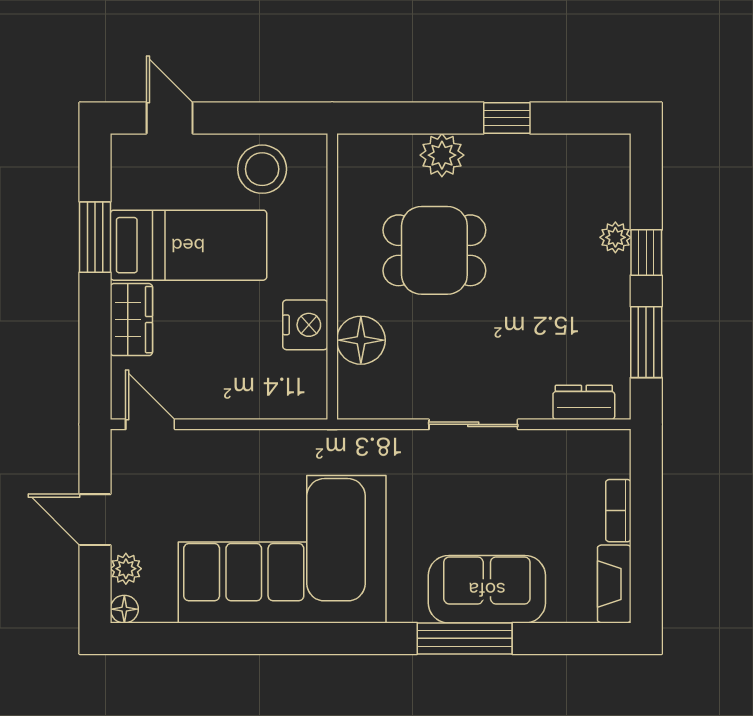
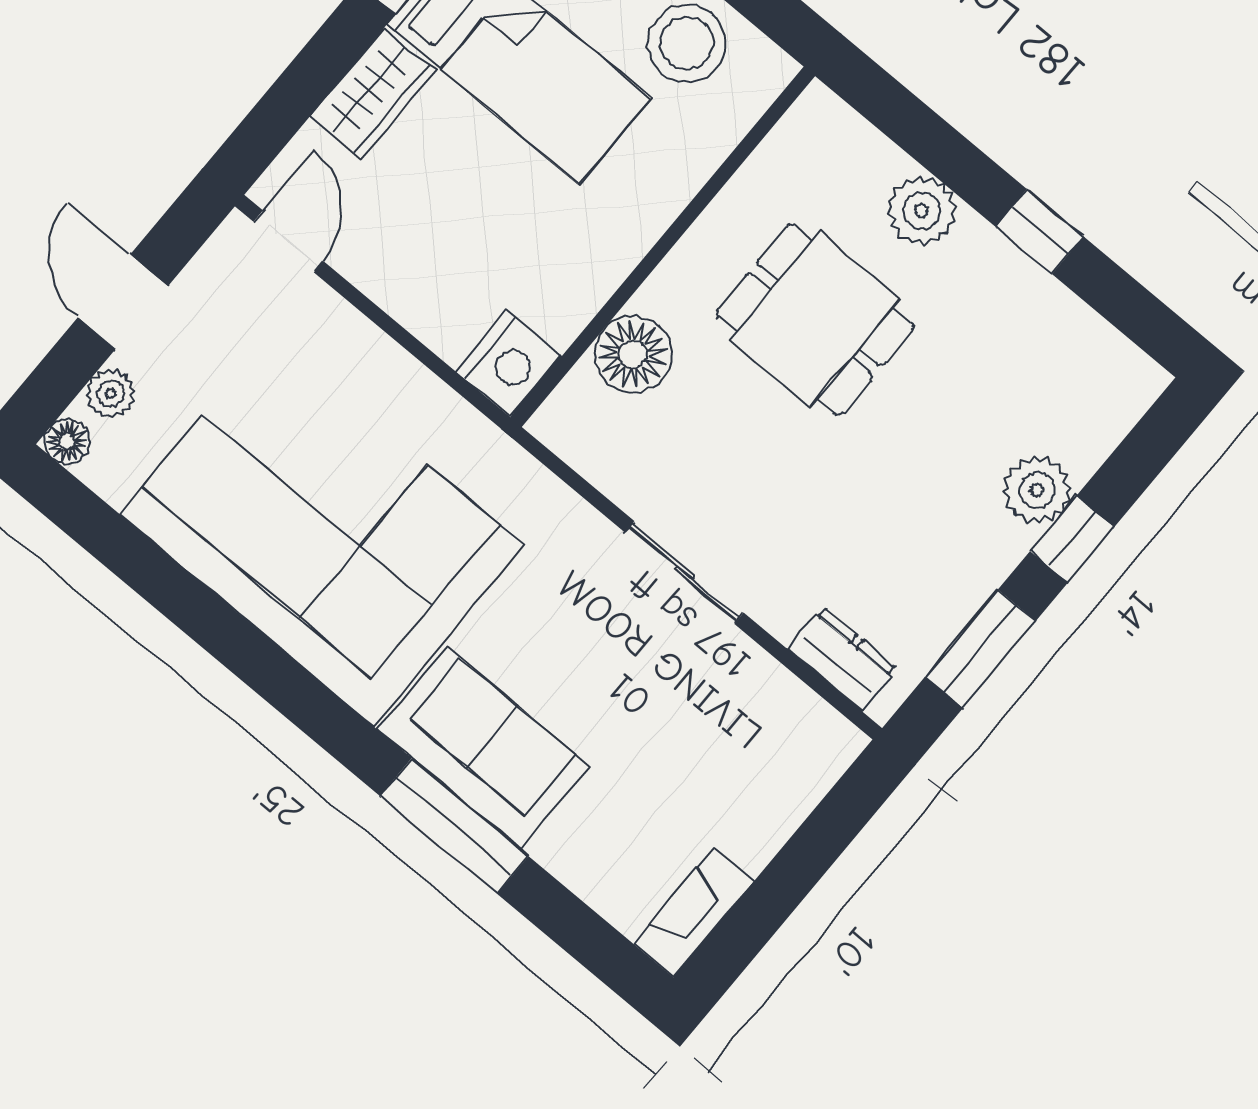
plant: (615, 237) -> (1037, 490), width x1.38, depth x1.38
nightstand: (305, 325) -> (509, 364), moved
bookcase: (618, 511) -> (774, 827), removed
sofa: (487, 589) -> (483, 748), moved

